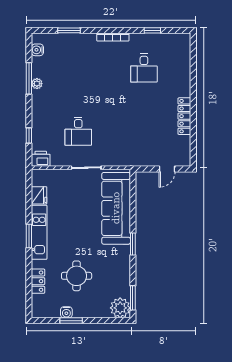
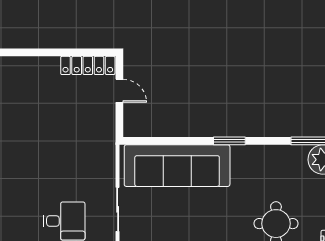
locker: (184, 116) -> (88, 65), moved

